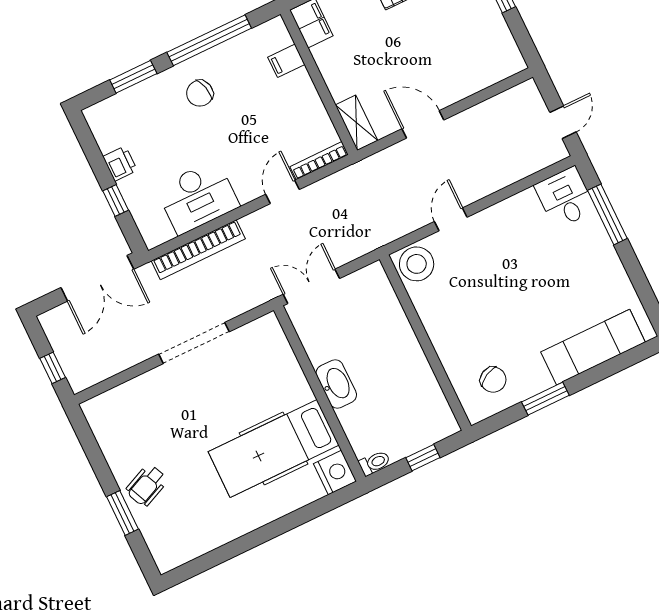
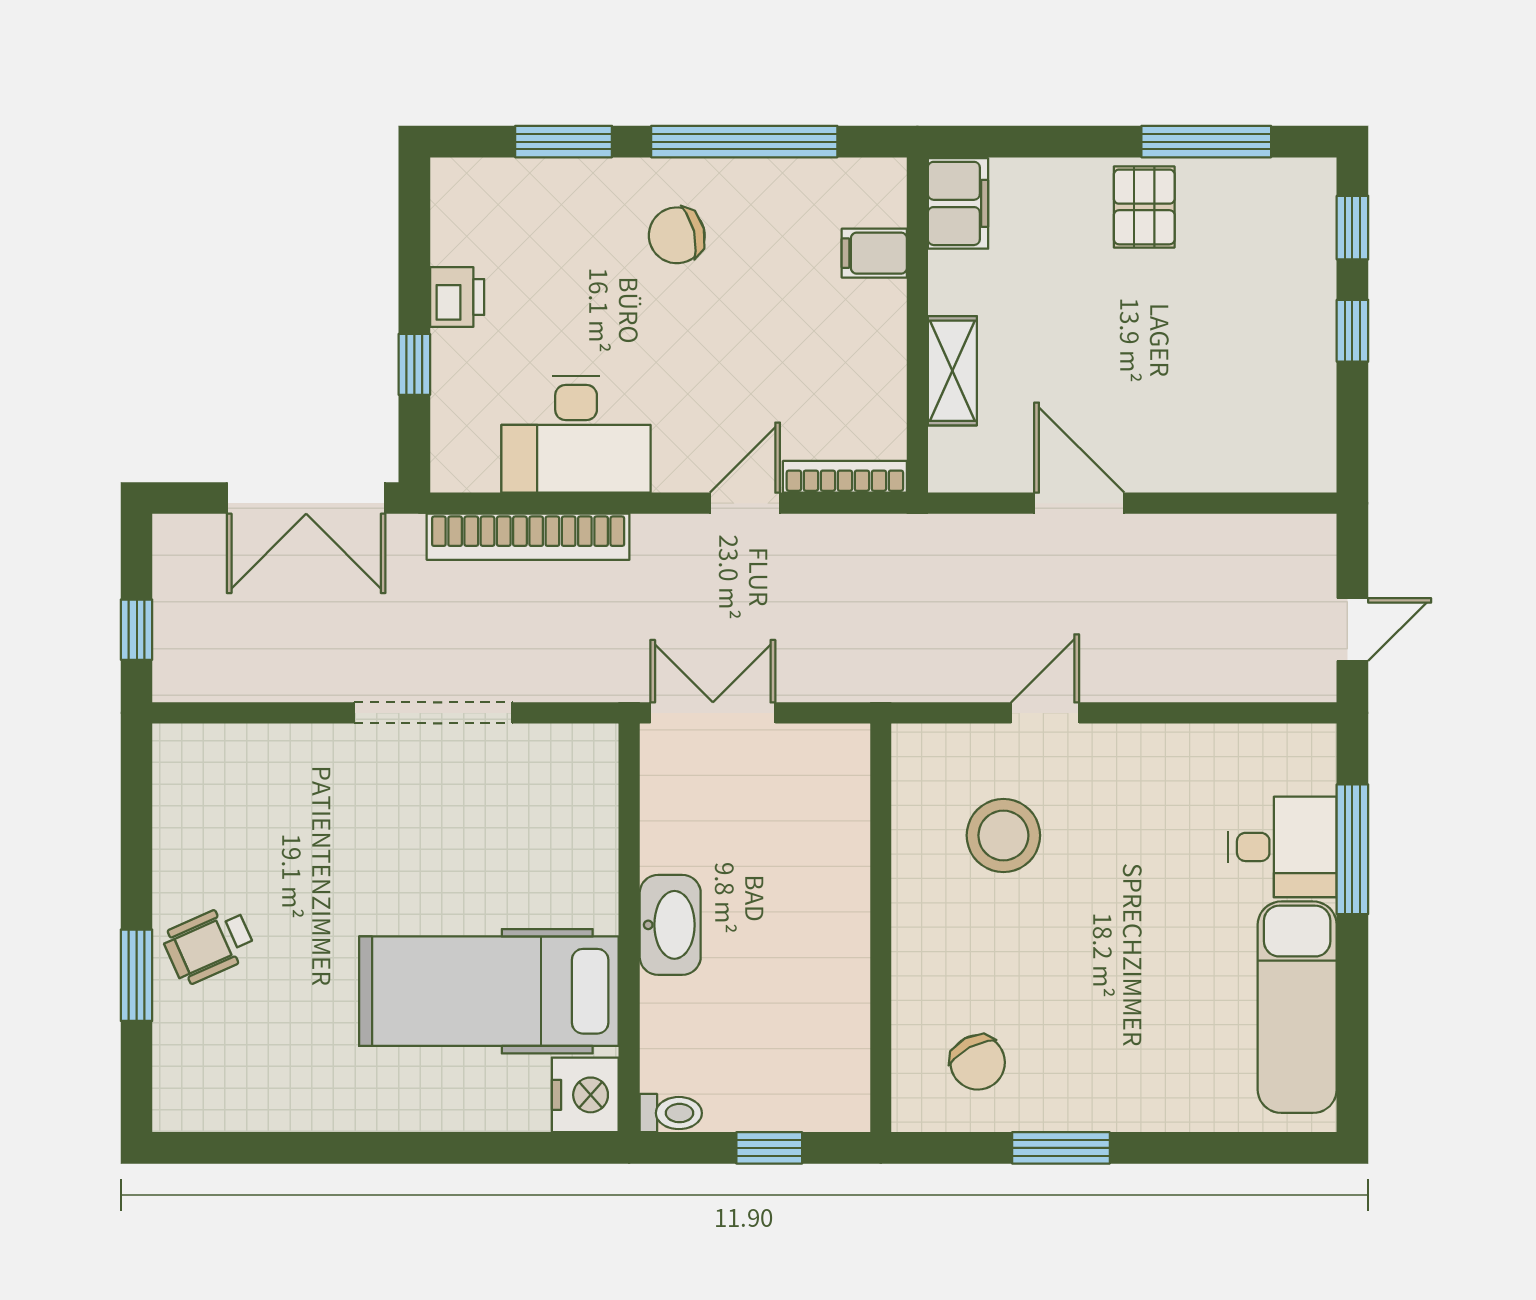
shelving: (356, 123) -> (952, 371), moved
desk: (565, 198) -> (1282, 847), moved, turned 90
stool: (417, 264) -> (1003, 835), moved
exam couch: (593, 347) -> (1297, 1007), moved, turned -90

